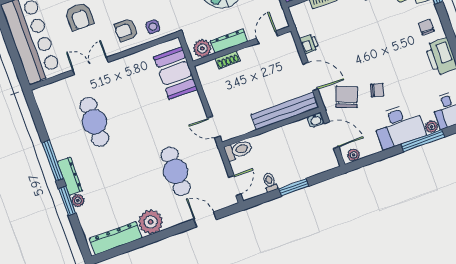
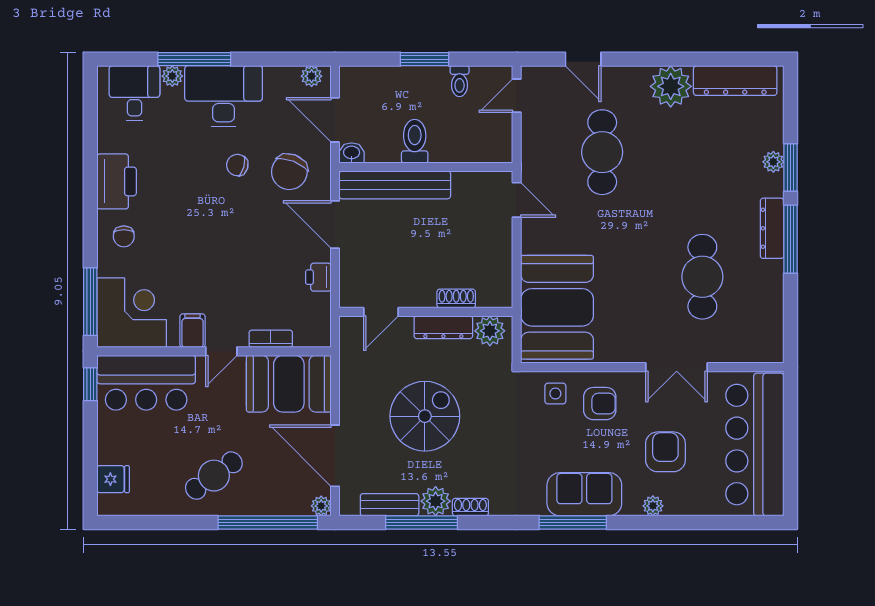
booth: (175, 73) -> (557, 307), width x1.36, depth x1.42
toilet: (238, 150) -> (415, 141), moved, turned 90
dresser: (70, 176) -> (772, 228), moved

